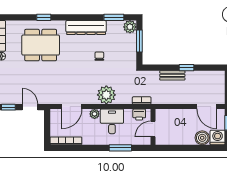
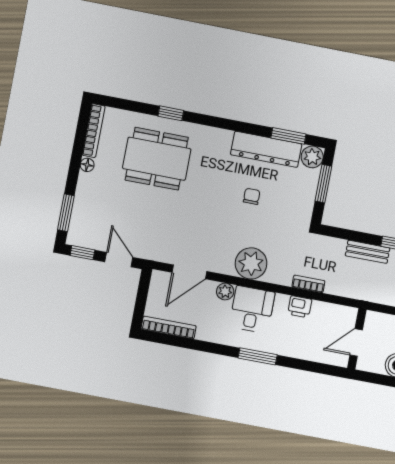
dresser: (86, 28) -> (266, 149), moved
wall: (153, 127) -> (357, 339), moved
door: (153, 129) -> (356, 343), moved

